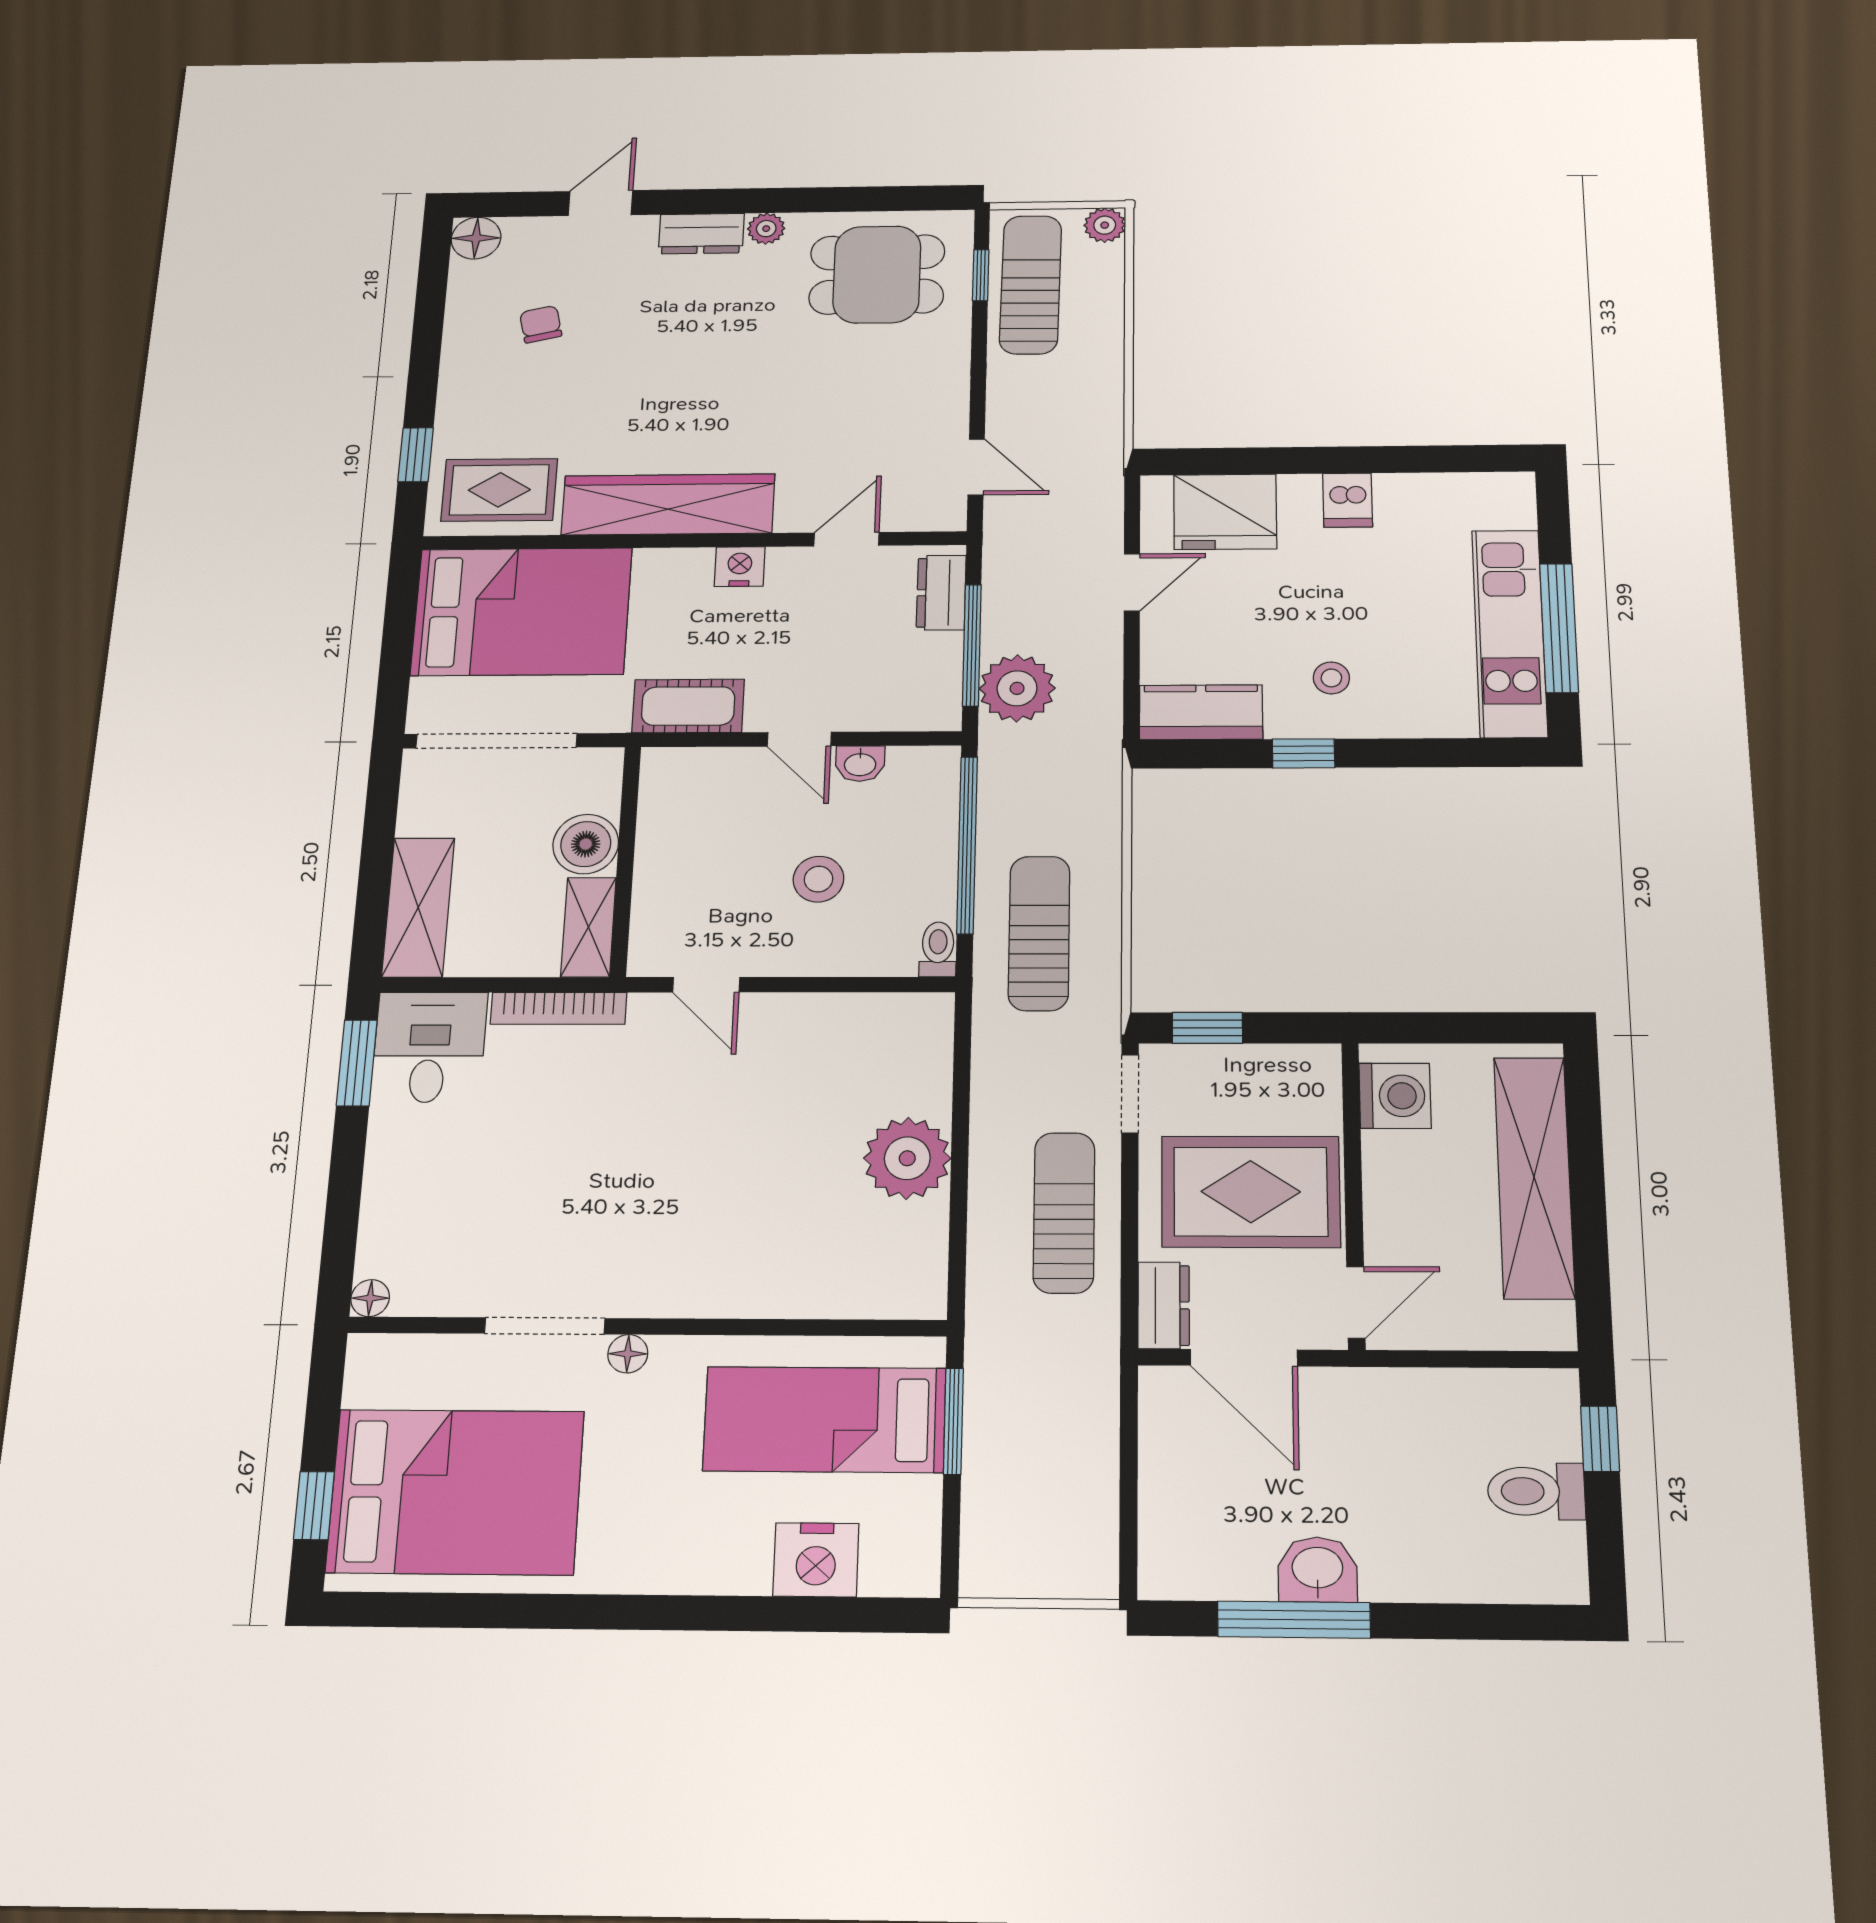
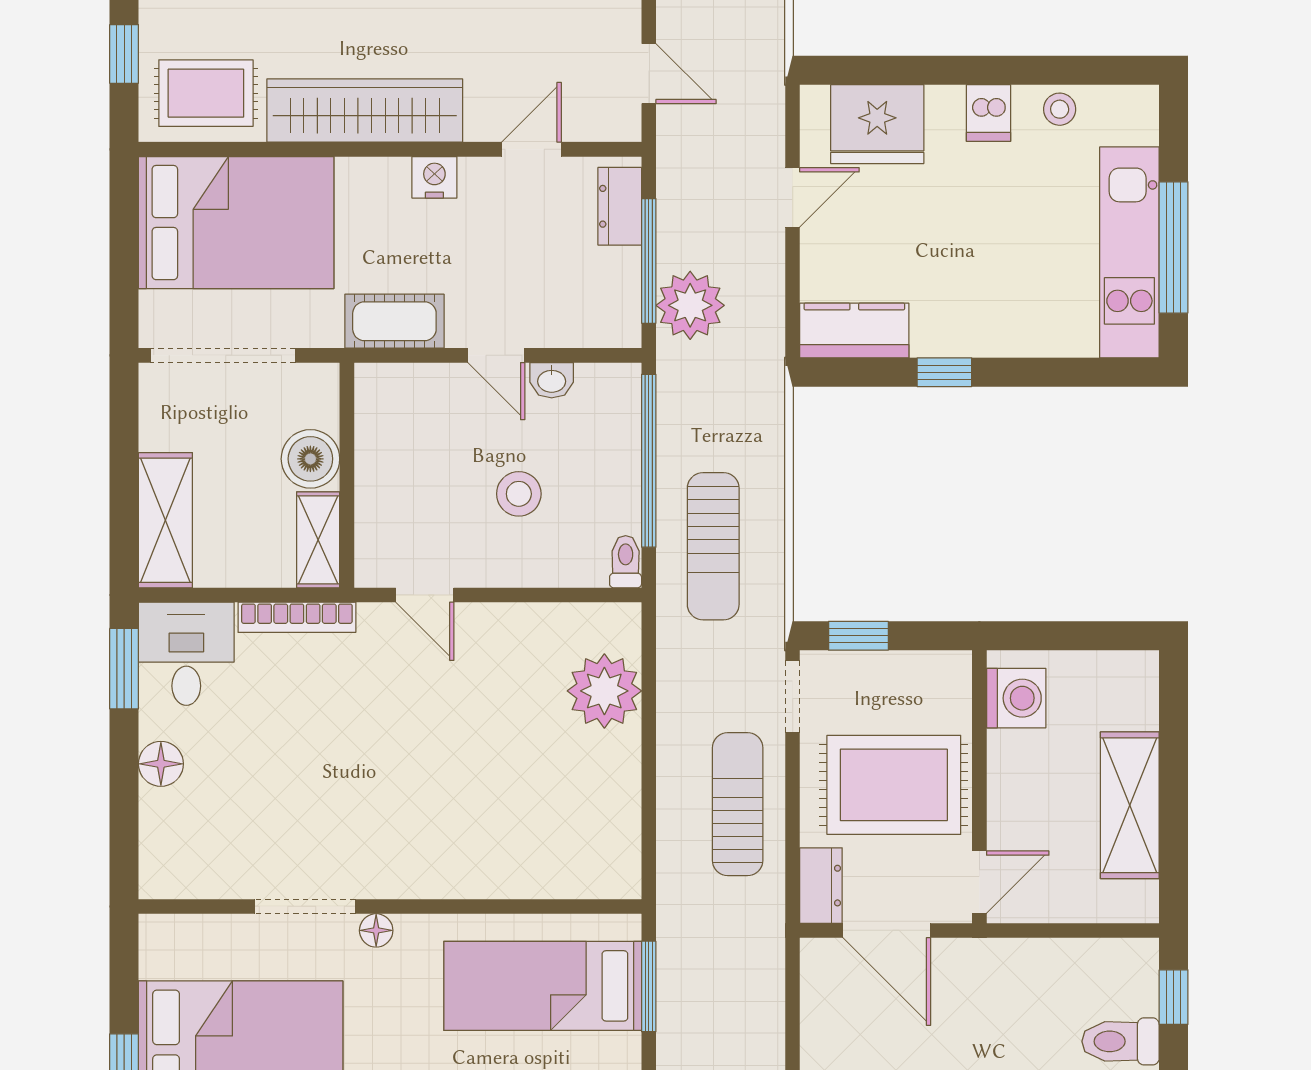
stool: (1331, 678) -> (1060, 109), moved
sun lounger: (1039, 933) -> (713, 546), turned 180
plant: (907, 1158) -> (604, 691), moved
shelving: (1534, 1177) -> (1130, 805), width x0.68
floor lamp: (370, 1298) -> (161, 764), moved, width x1.37, depth x1.37

